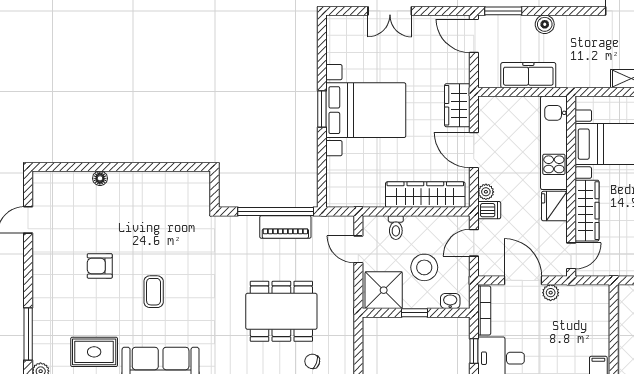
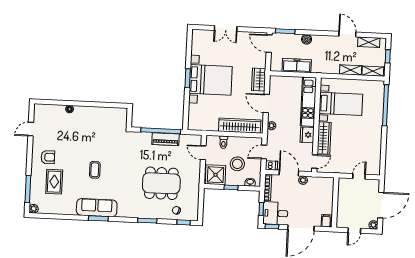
dishwasher: (489, 210) -> (271, 165), moved
armchair: (100, 266) -> (48, 157), moved, turned 180
rug: (94, 352) -> (54, 182), moved, turned 90

